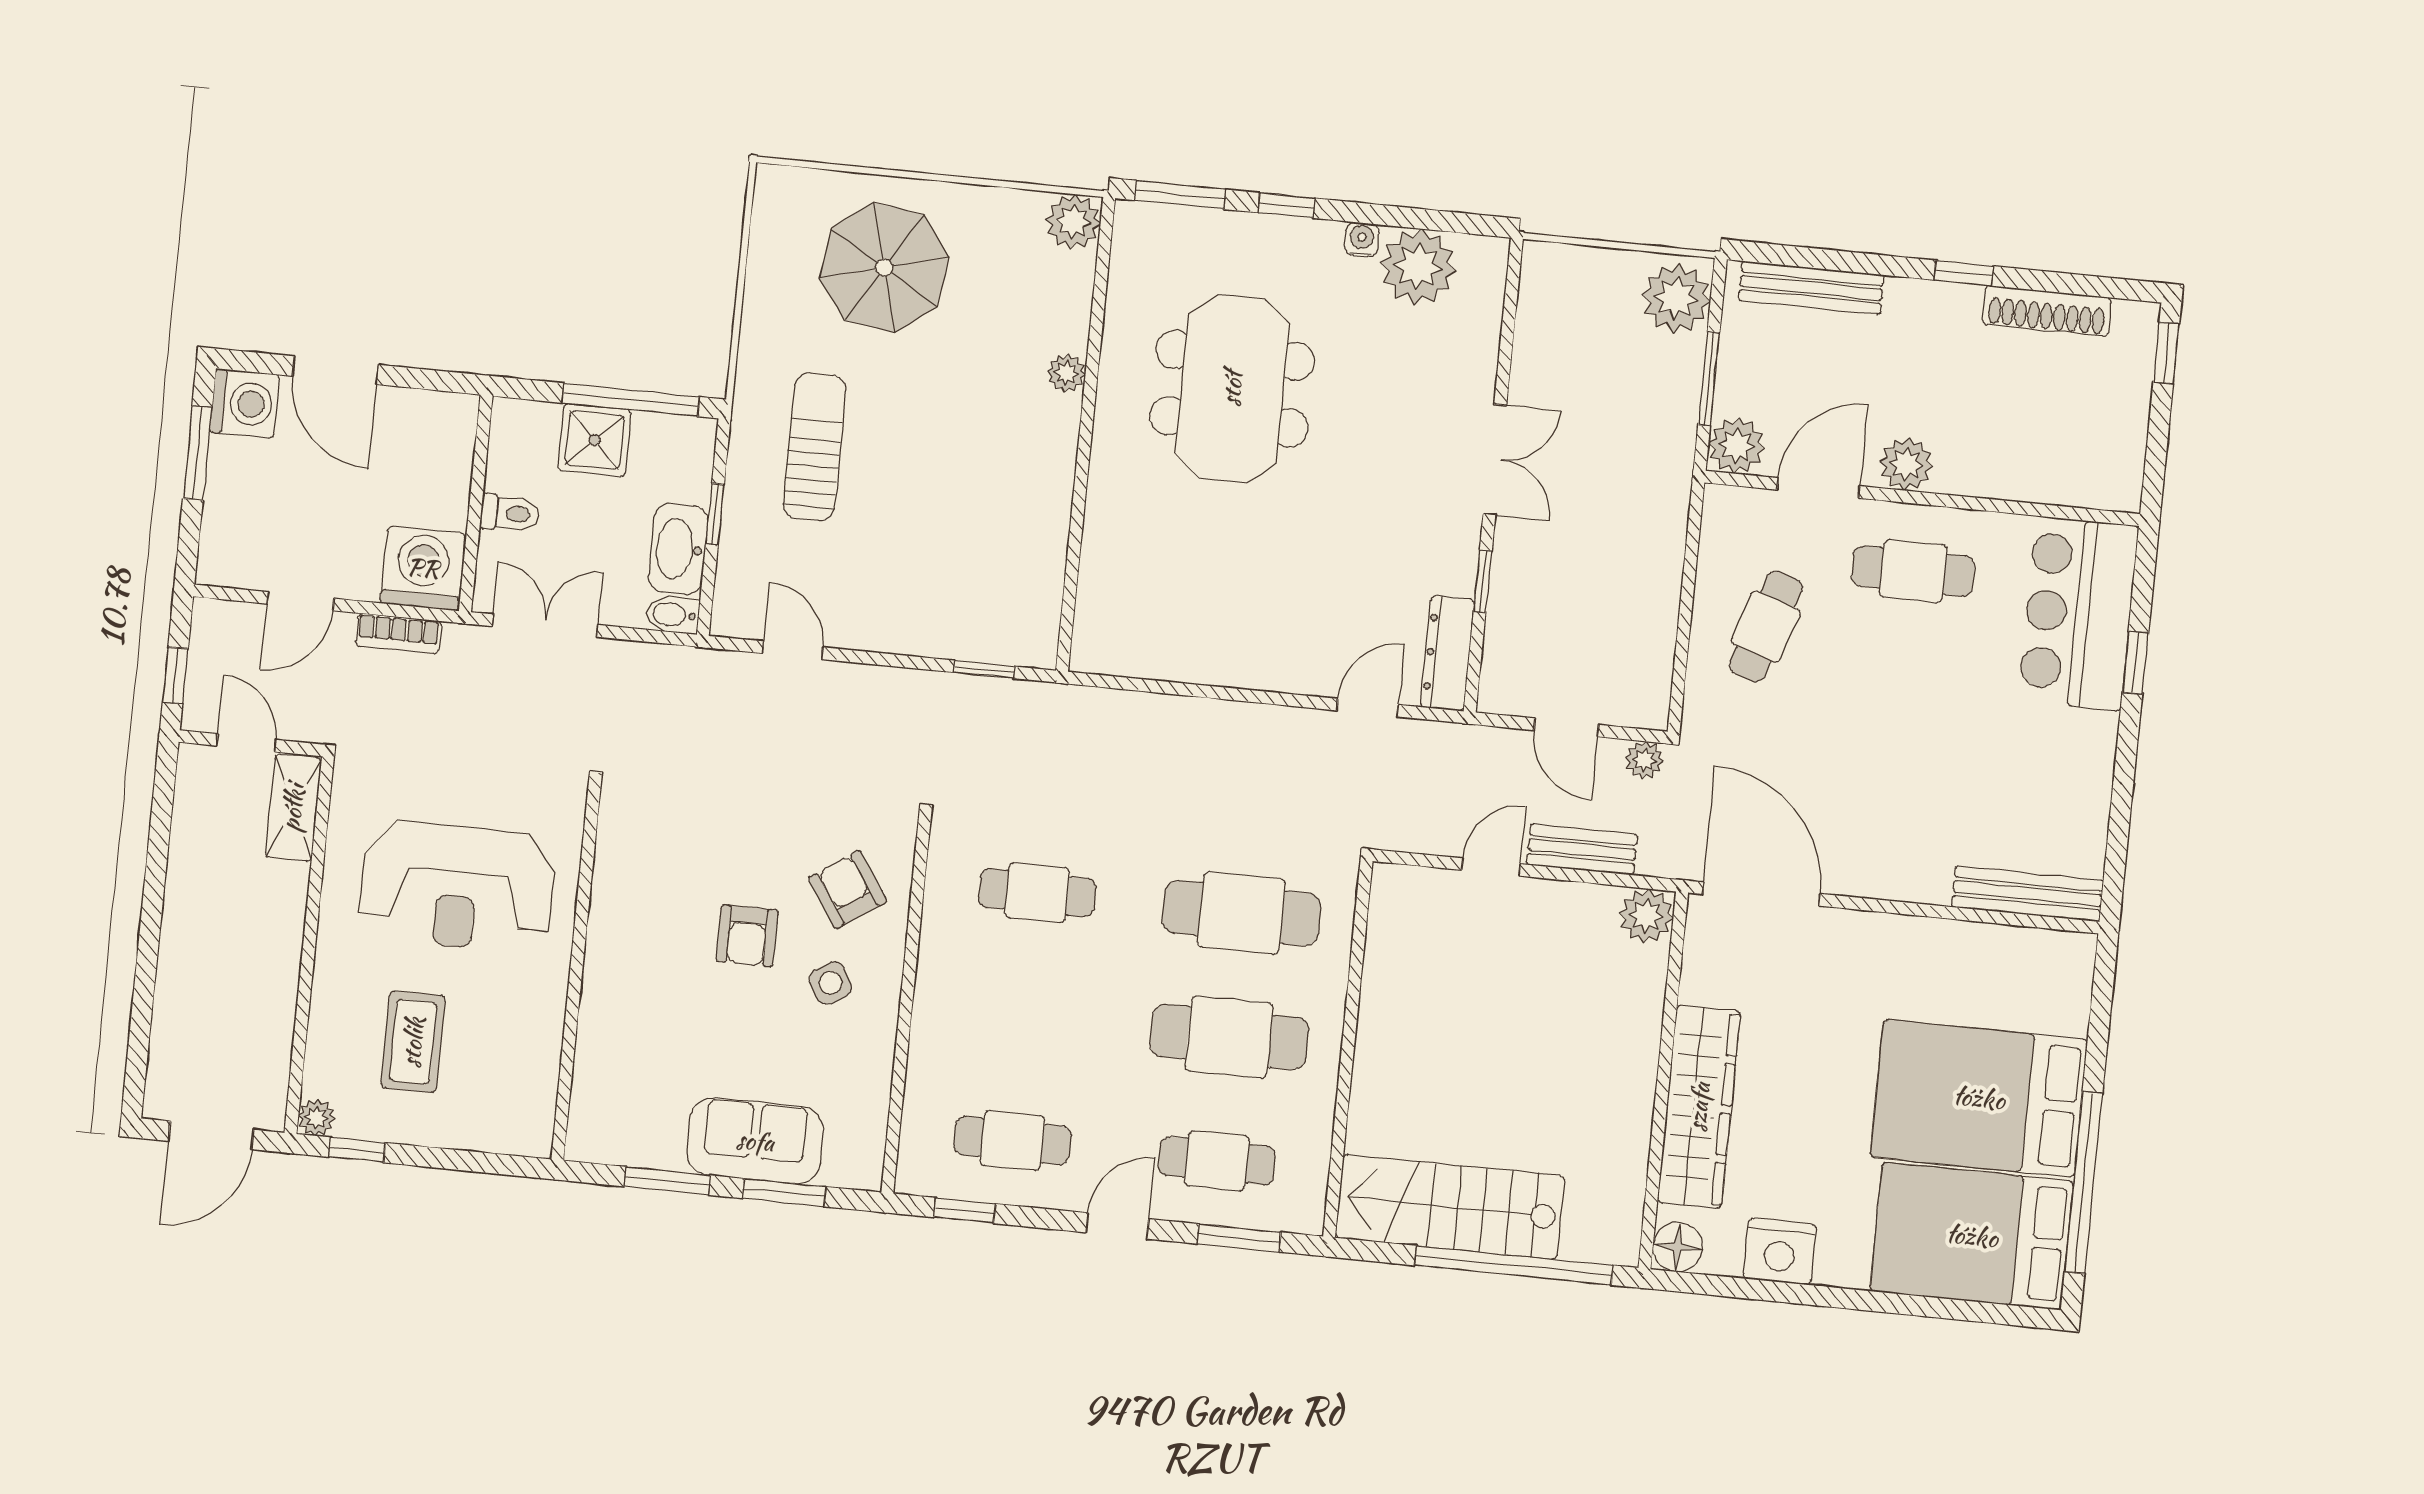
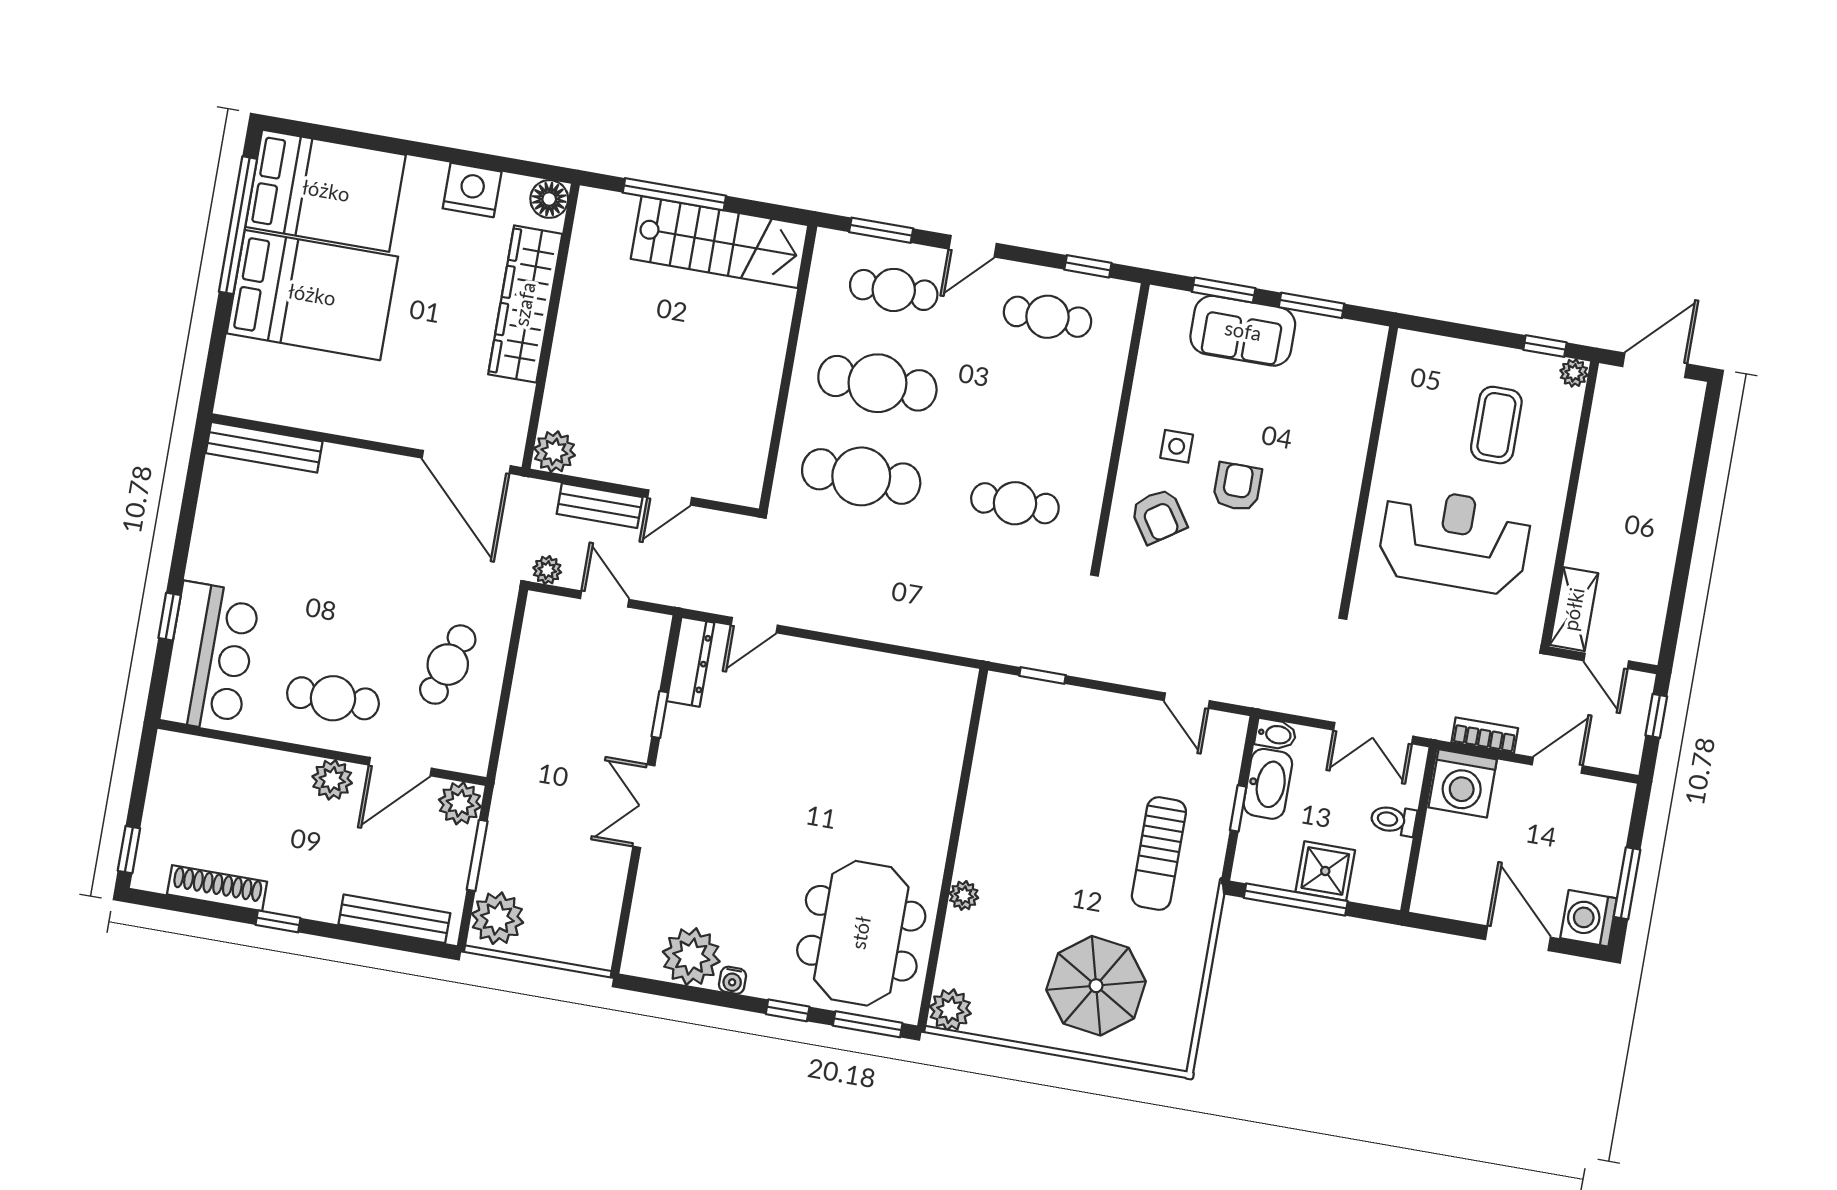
meeting table: (1232, 389) -> (861, 933), moved
side table: (831, 983) -> (1177, 446), turned 30
window: (1514, 1265) -> (674, 194), width x0.68

